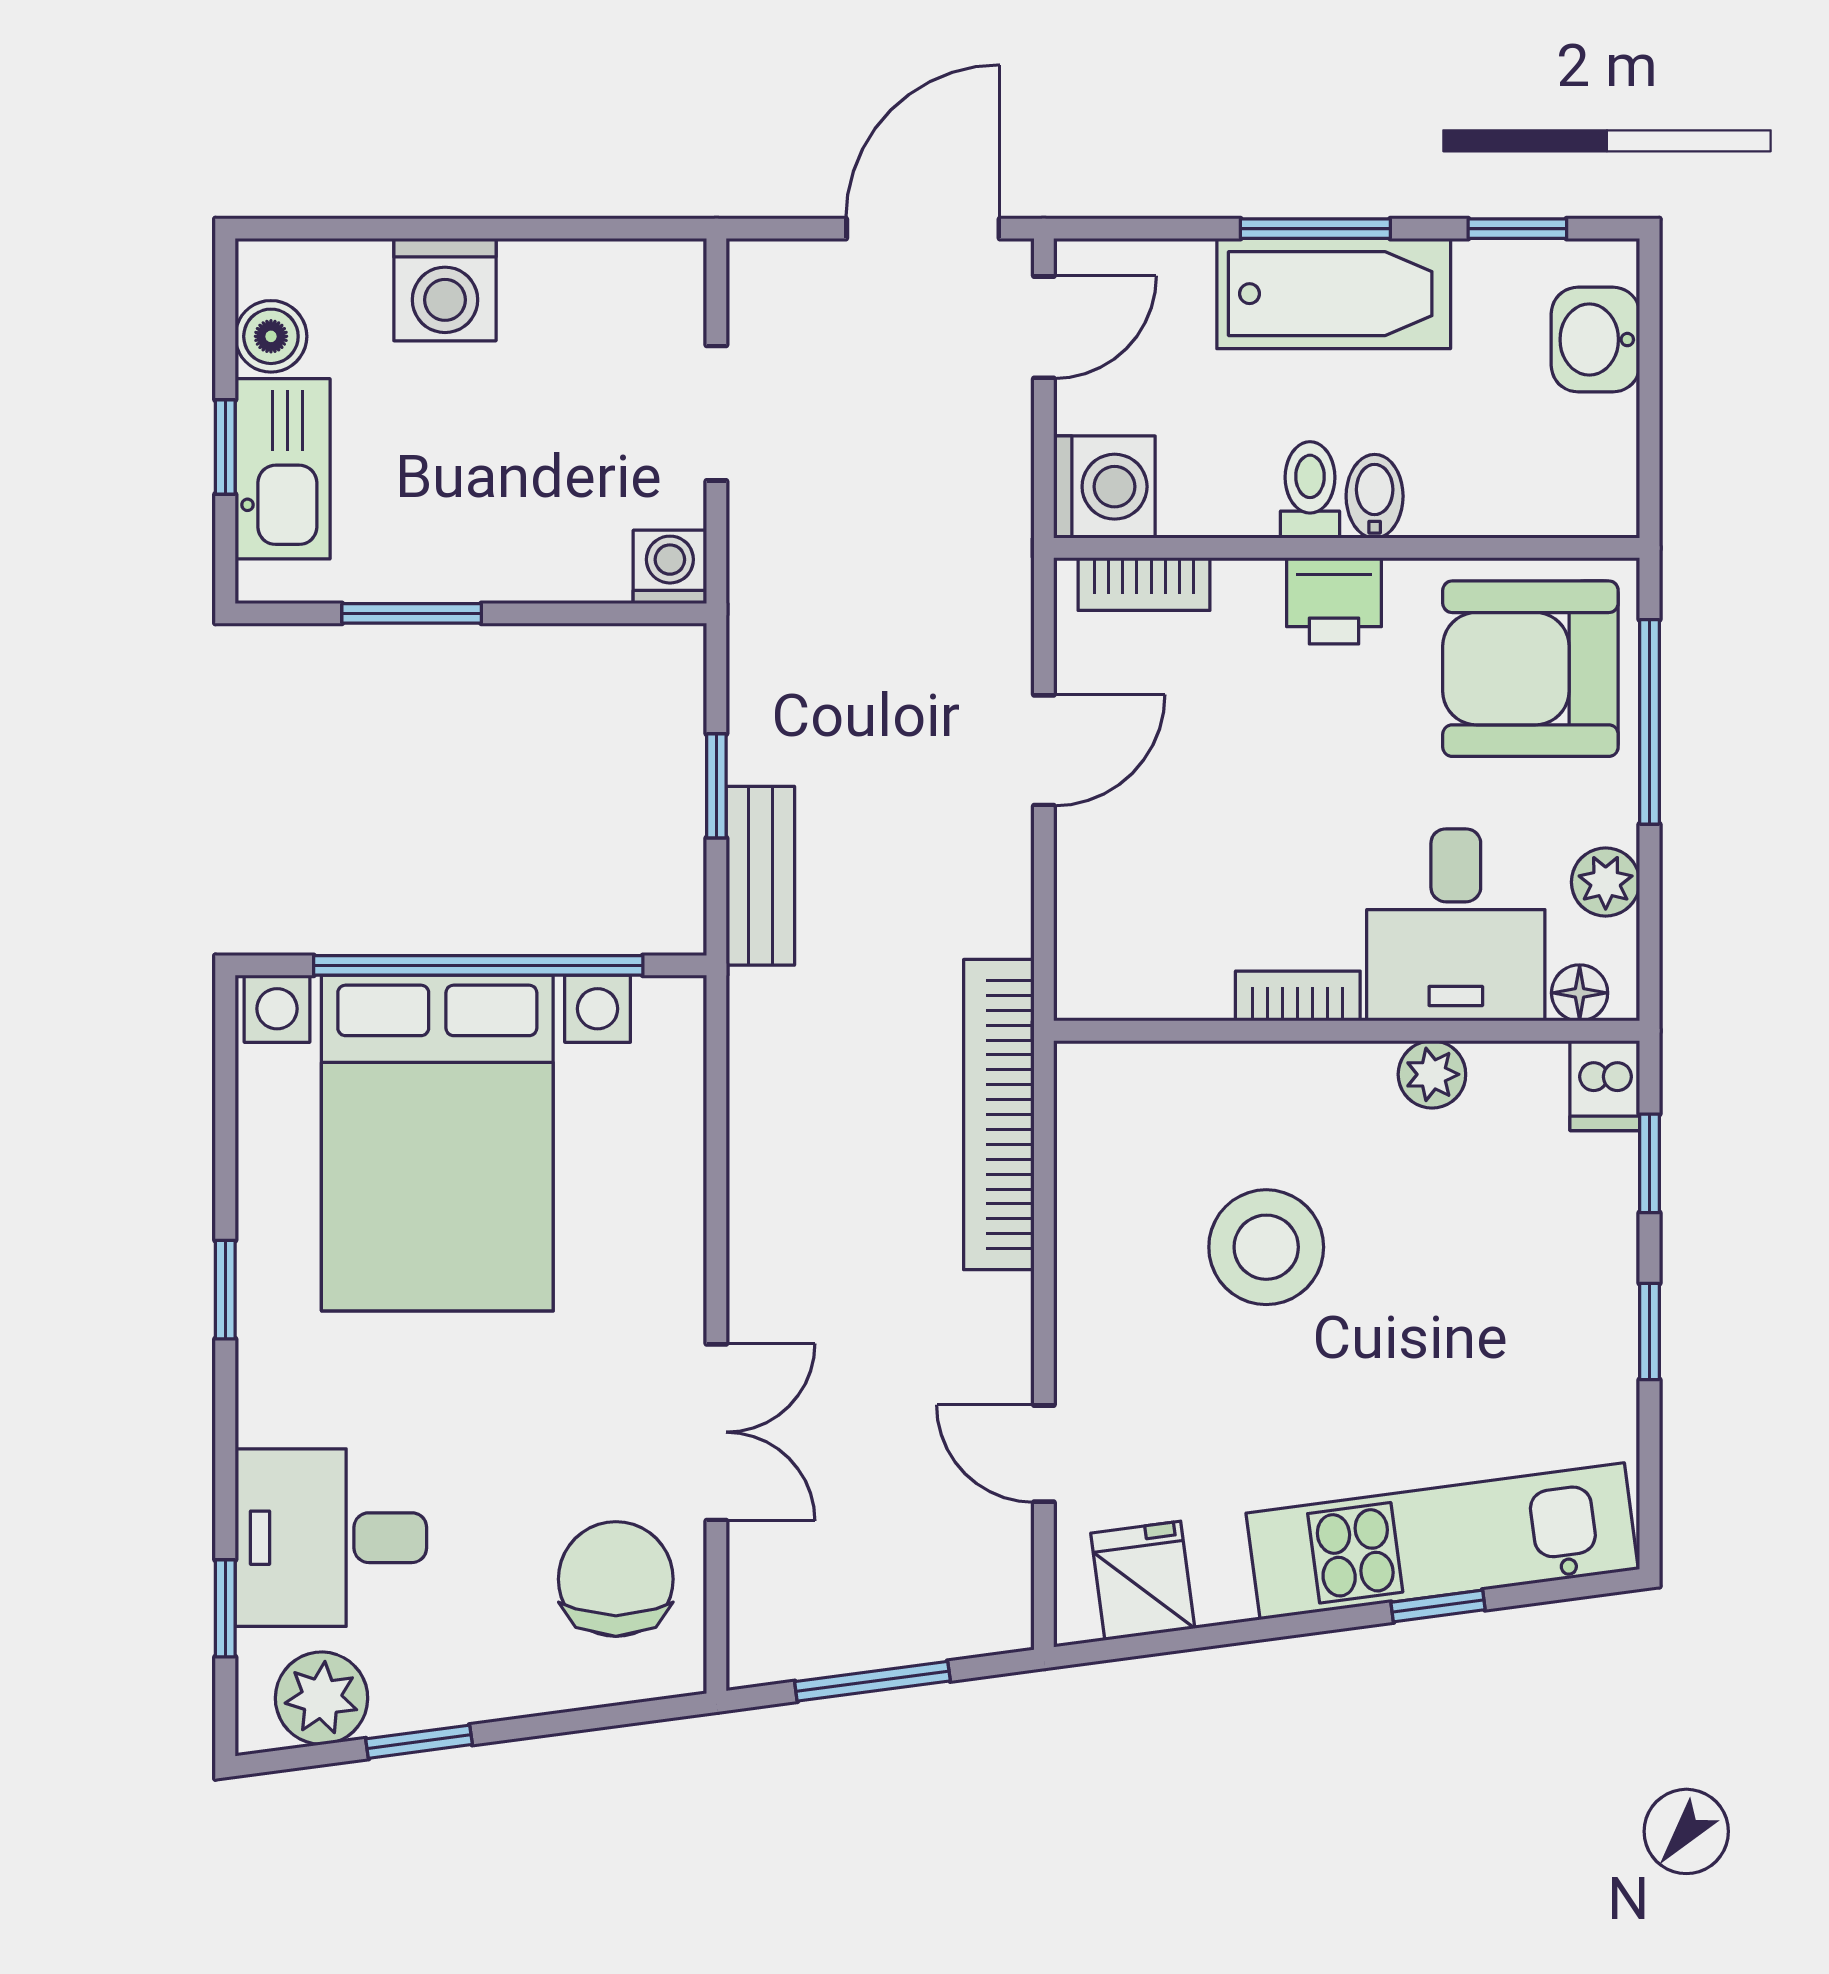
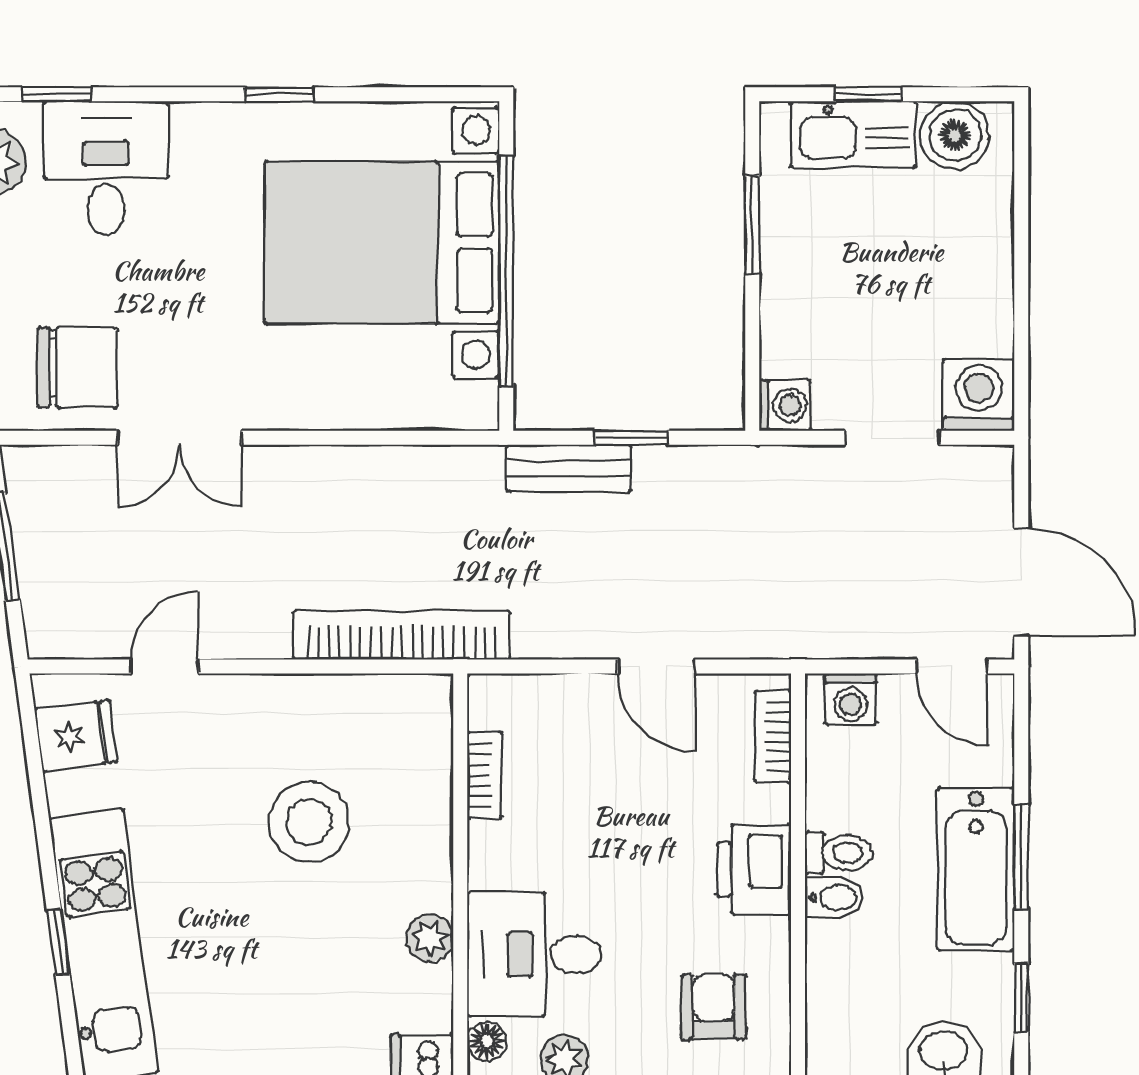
washing machine: (445, 290) -> (979, 395), moved, turned 90
boiler: (271, 336) -> (955, 135), width x1.36, depth x1.36
washing machine: (1104, 487) -> (851, 699), width x0.73, depth x0.73
printer: (1334, 601) -> (754, 870), width x1.36, depth x1.24
armchair: (1530, 669) -> (714, 1007), width x0.53, depth x0.53
bookcase: (1298, 996) -> (485, 776), moved

